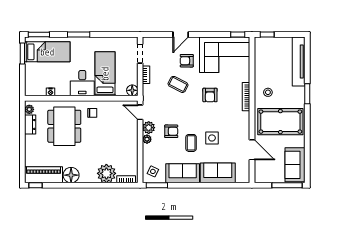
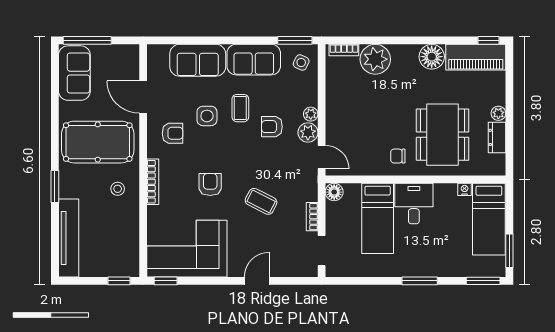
bed: (47, 52) -> (489, 219), moved, turned -90
armchair: (187, 61) -> (172, 133), moved
plant: (29, 109) -> (498, 113), moved

